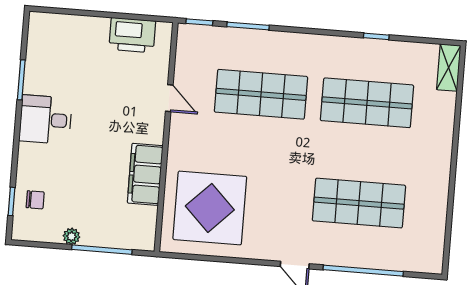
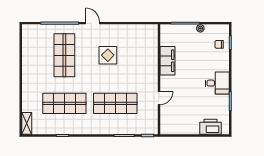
printer: (132, 35) -> (211, 127), moved
door: (169, 98) -> (159, 98), swing flipped
shop shelf: (359, 203) -> (64, 55), turned 90
display table: (210, 208) -> (108, 55), moved, width x0.54, depth x0.54

